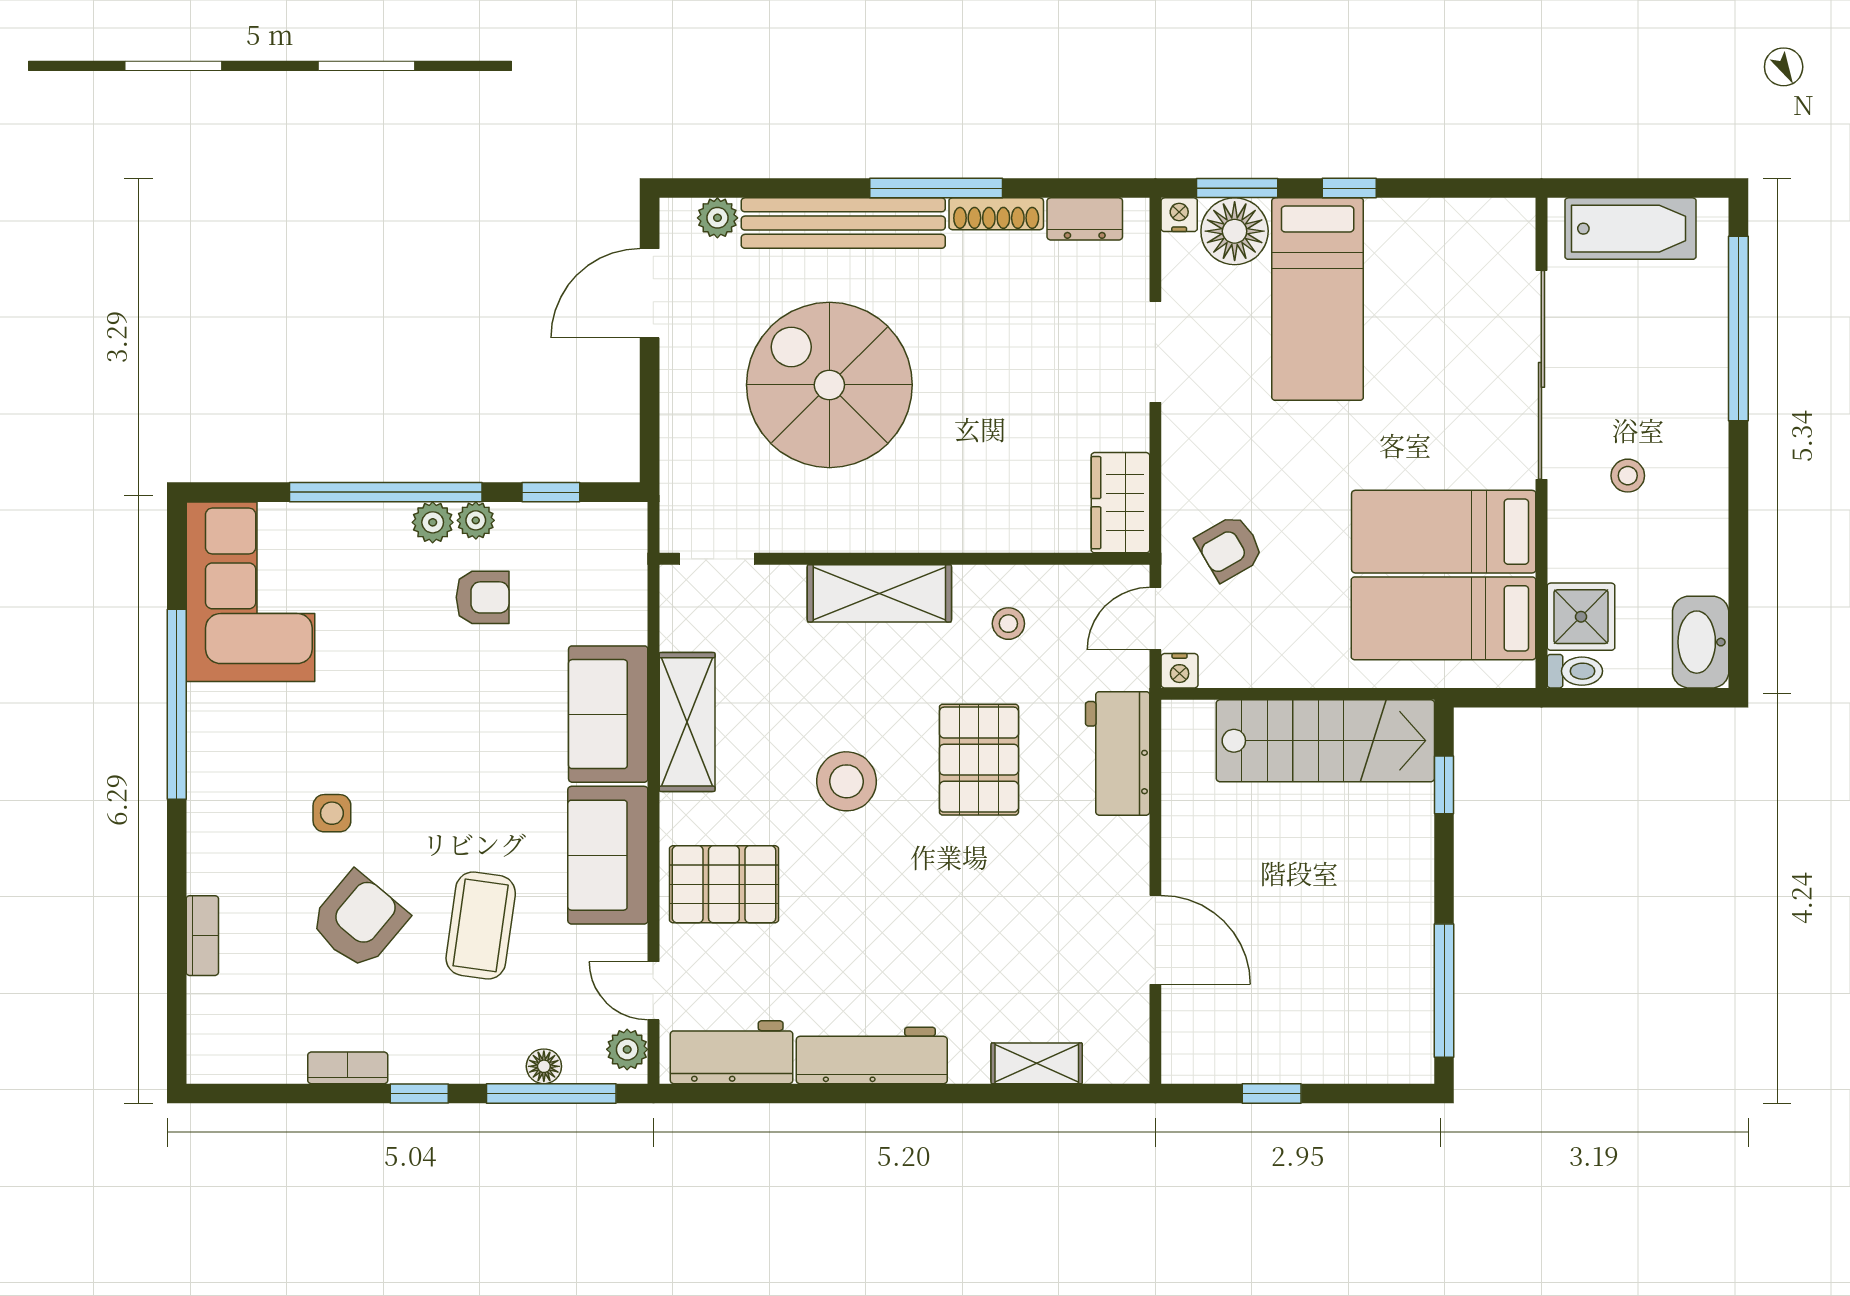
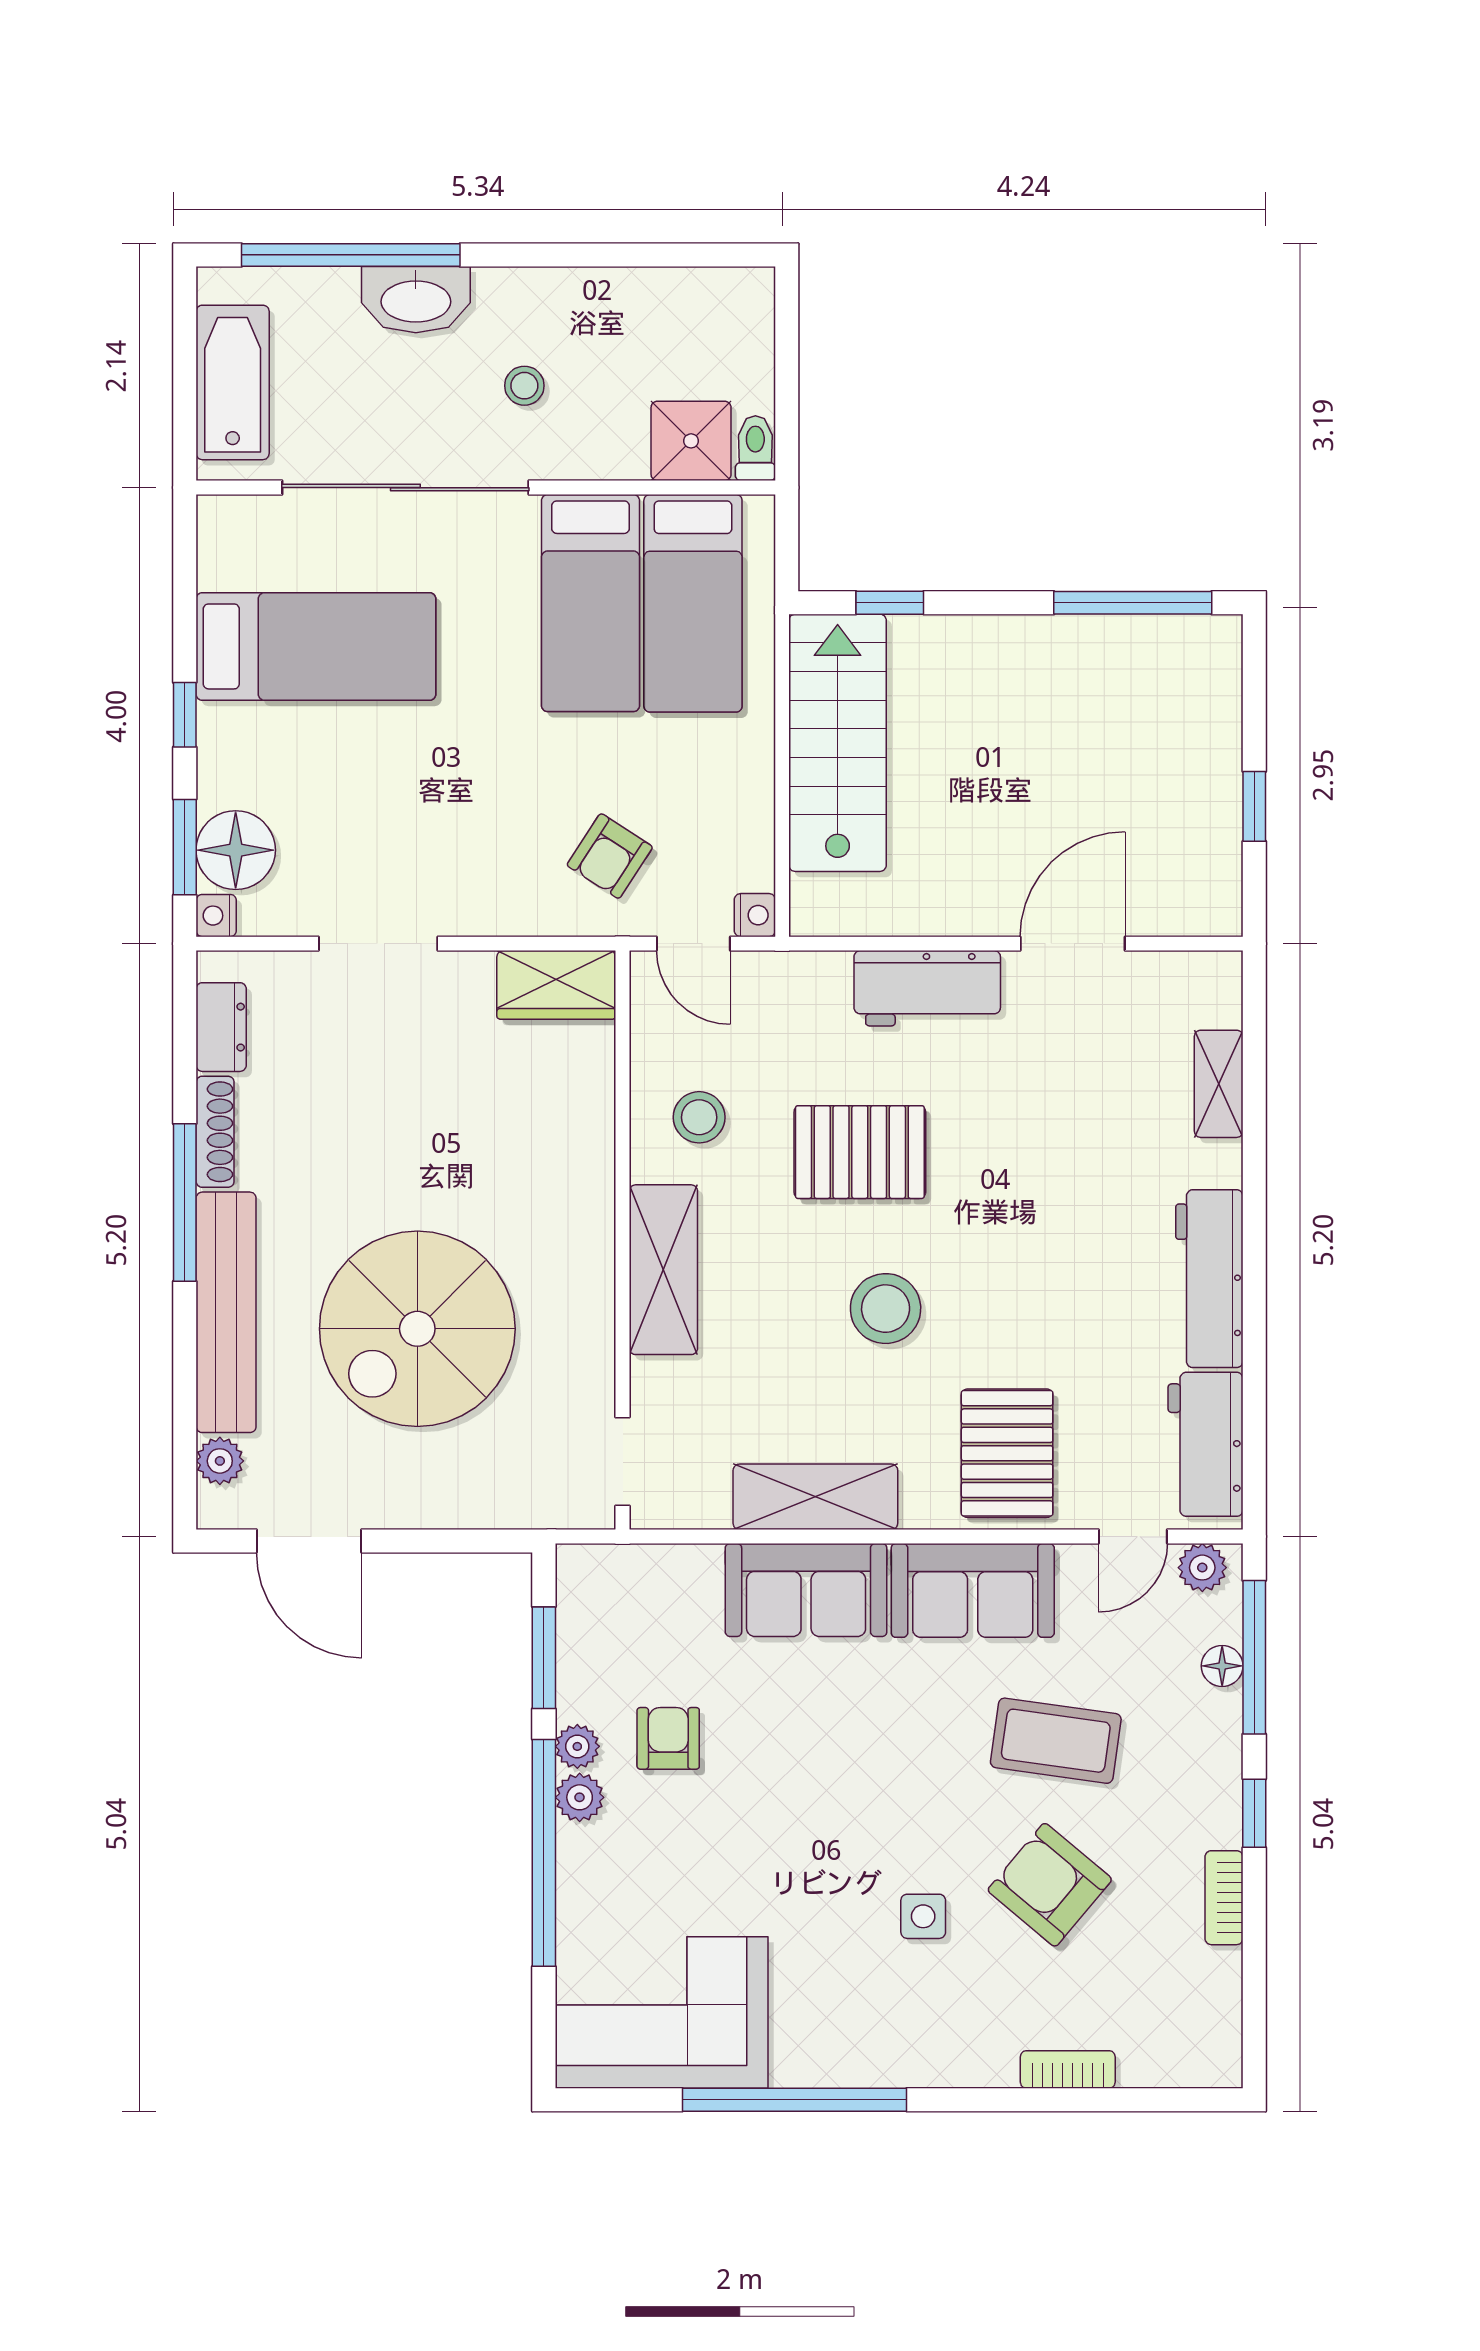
bed: (1318, 299) -> (316, 646), moved
window: (551, 492) -> (544, 1658), width x1.50
armchair: (1230, 548) -> (610, 856), turned 63
stool: (1008, 624) -> (699, 1117), width x1.37, depth x1.37
washbasin: (1701, 642) -> (416, 300), moved
workbench: (1118, 753) -> (927, 988), moved

